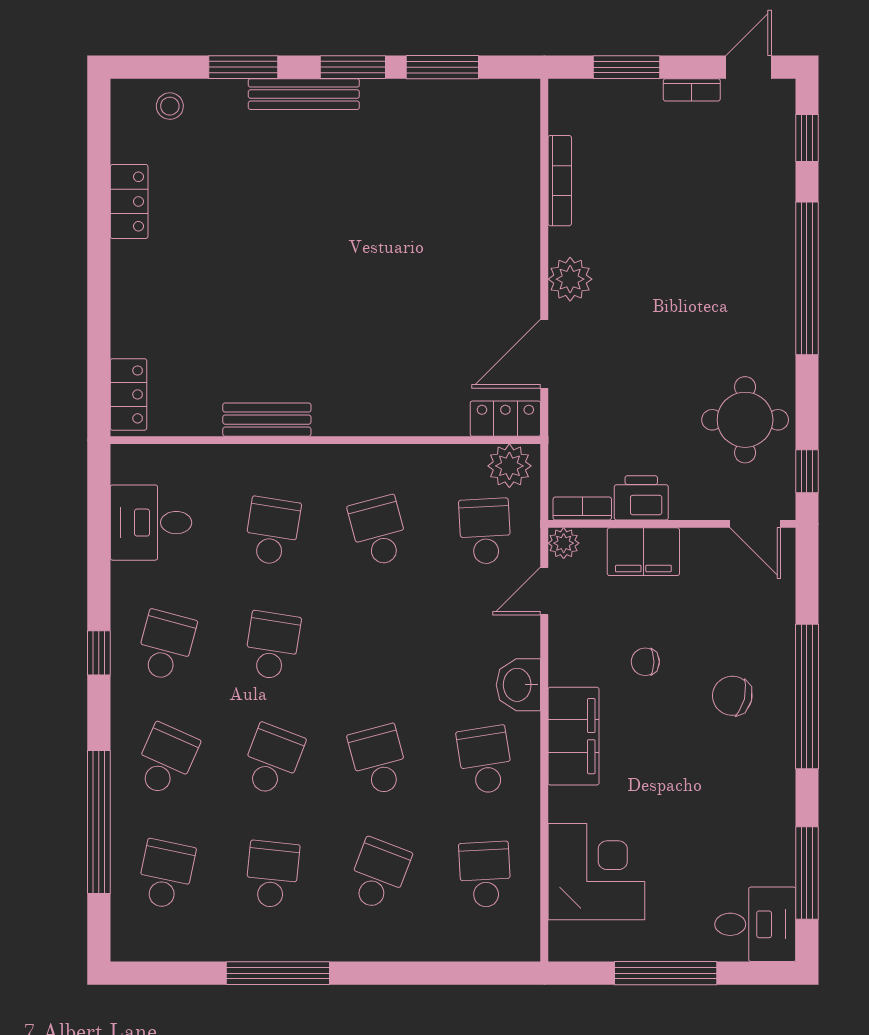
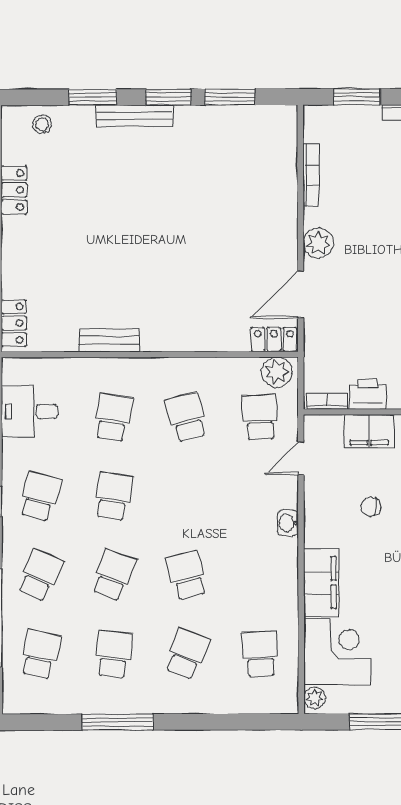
plant: (564, 543) -> (315, 698), moved
washbasin: (518, 685) -> (288, 523), width x0.72, depth x0.69
filing cabinet: (573, 736) -> (321, 583), moved
school desk: (485, 760) -> (260, 575), removed

